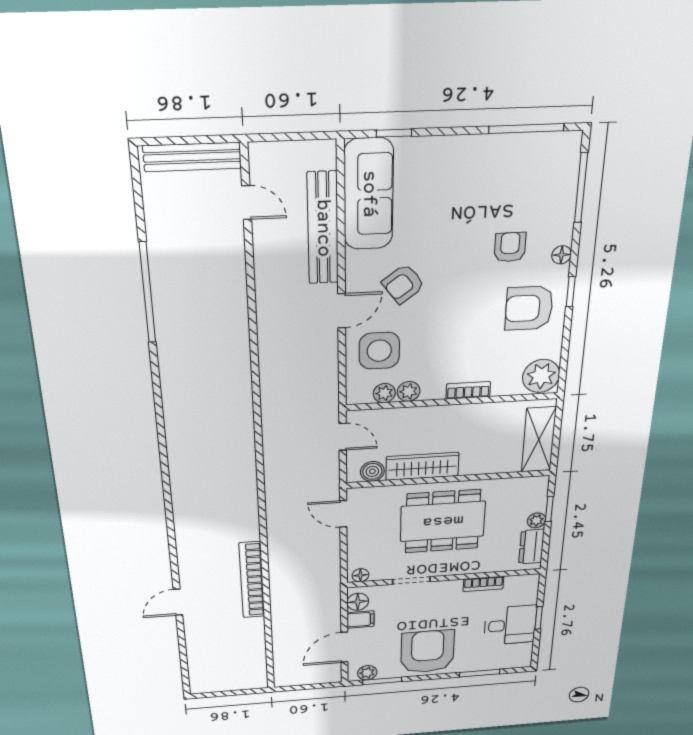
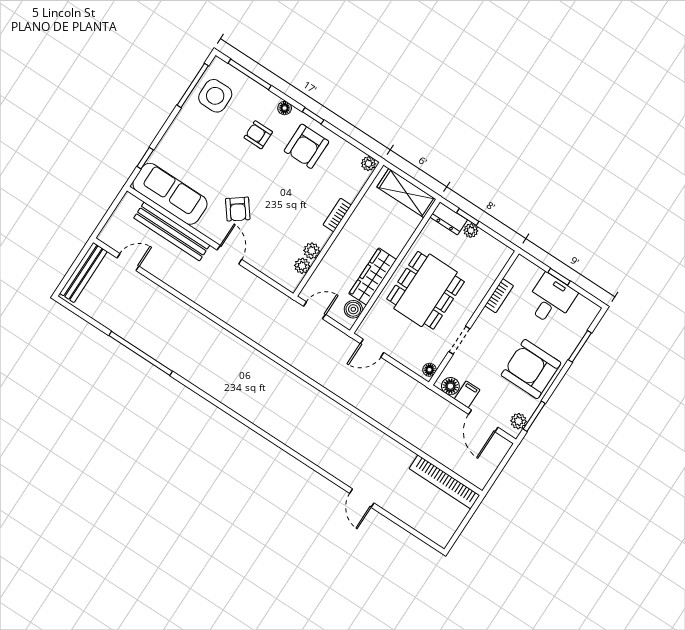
side table: (379, 351) -> (215, 96), moved
plant: (541, 376) -> (368, 164), width x0.53, depth x0.53
dresser: (532, 547) -> (449, 218), moved
bookcase: (252, 580) -> (444, 482), moved

